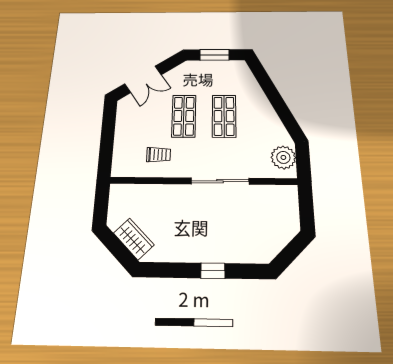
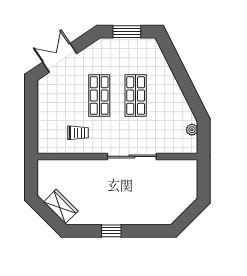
double door: (143, 79) -> (60, 58), swing flipped
plant: (283, 157) -> (192, 130), width x0.53, depth x0.53
window: (213, 271) -> (111, 231), moved

